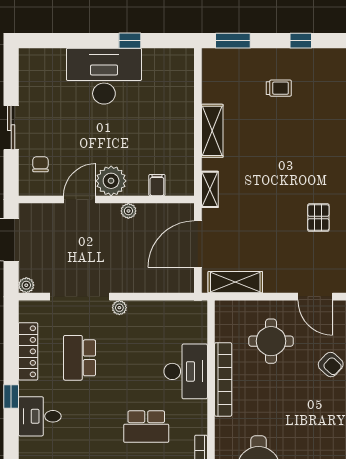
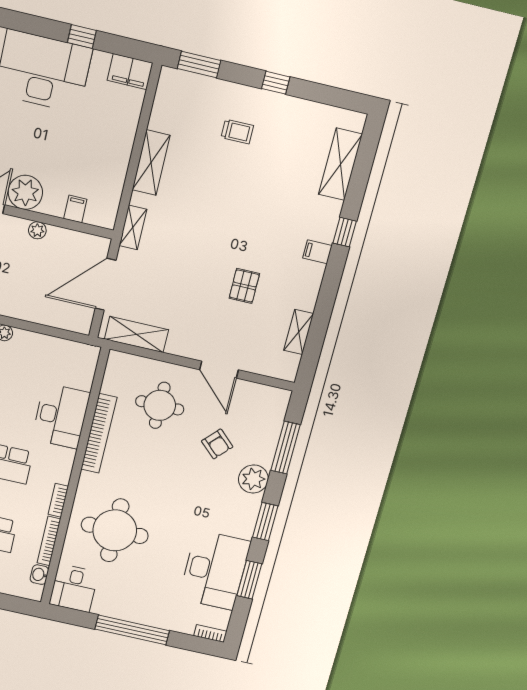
filing cabinet: (177, 60) -> (130, 72), added

